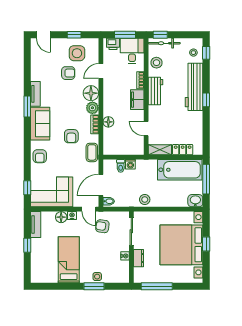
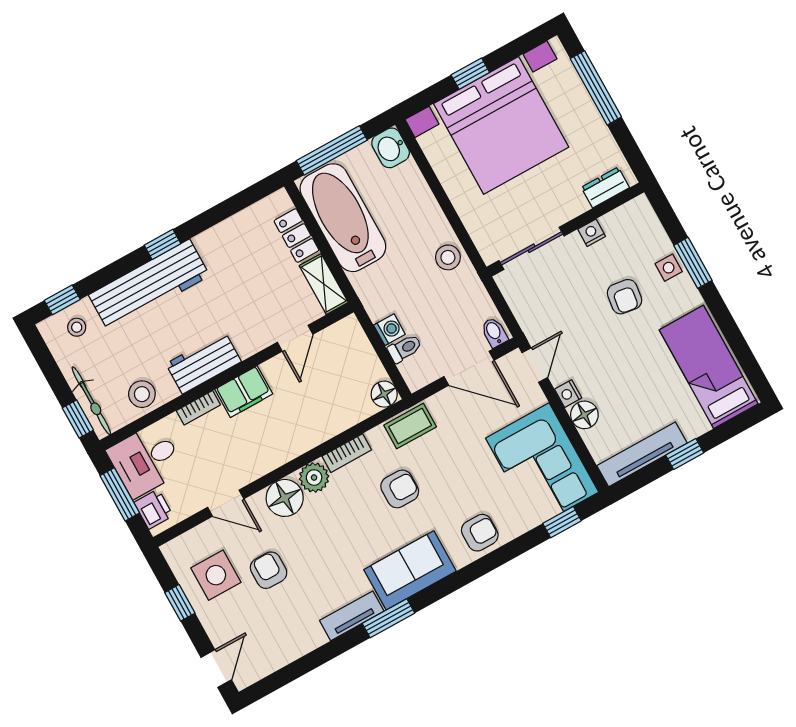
floor lamp: (108, 122) -> (384, 394), moved
tv unit: (36, 225) -> (642, 454), width x1.41
armchair: (102, 226) -> (624, 297), moved
dresser: (139, 258) -> (605, 187), moved
bed: (69, 260) -> (709, 367), moved, turned 90
window: (157, 286) -> (596, 88), moved

